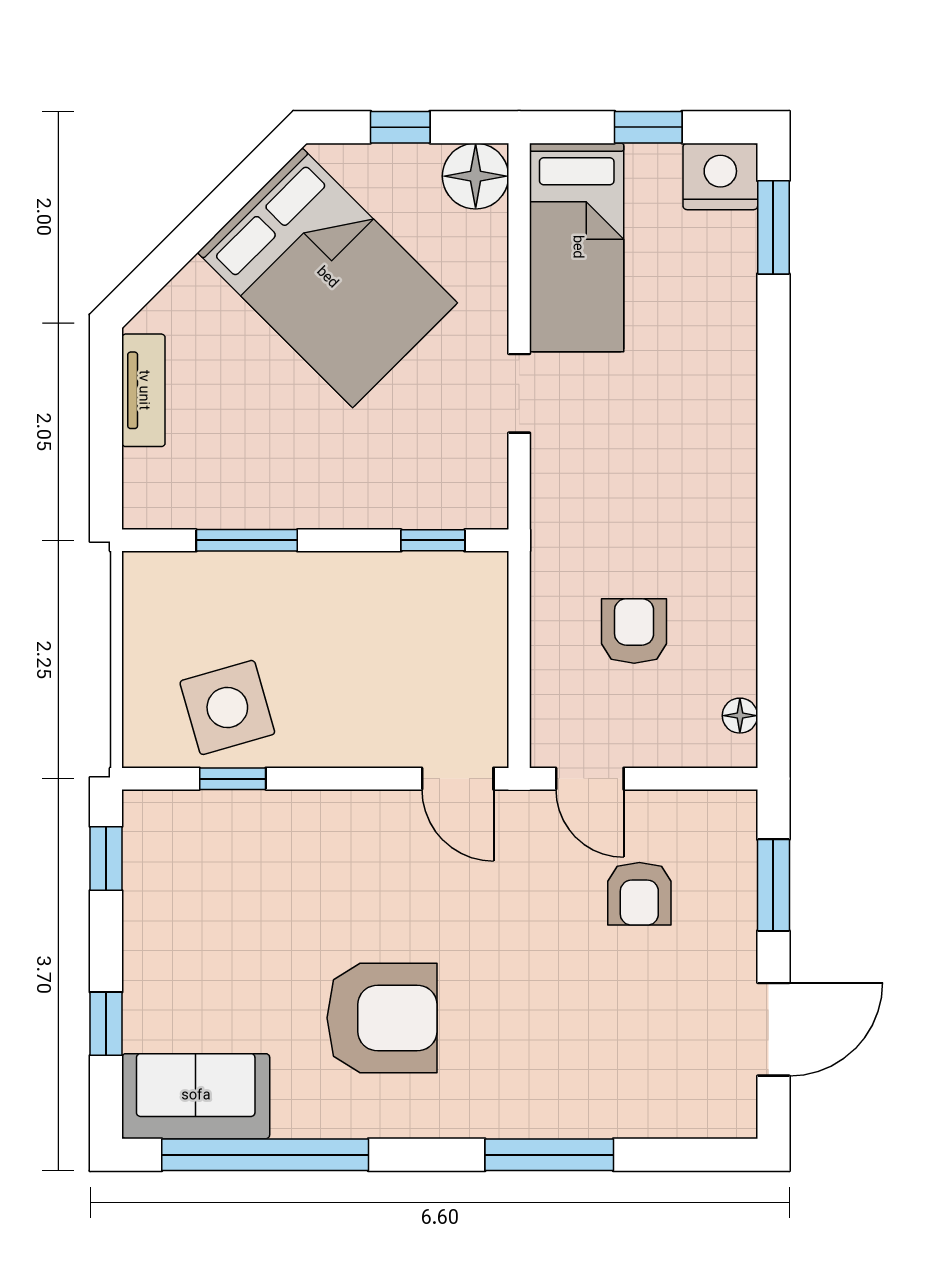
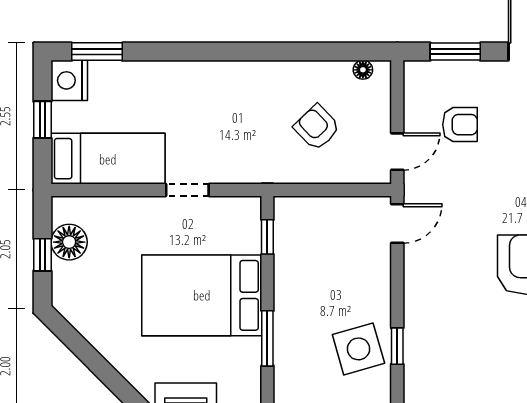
floor lamp: (476, 176) -> (69, 242), moved
bed: (327, 278) -> (202, 295), moved, turned -135
armchair: (634, 631) -> (317, 127), turned 46

